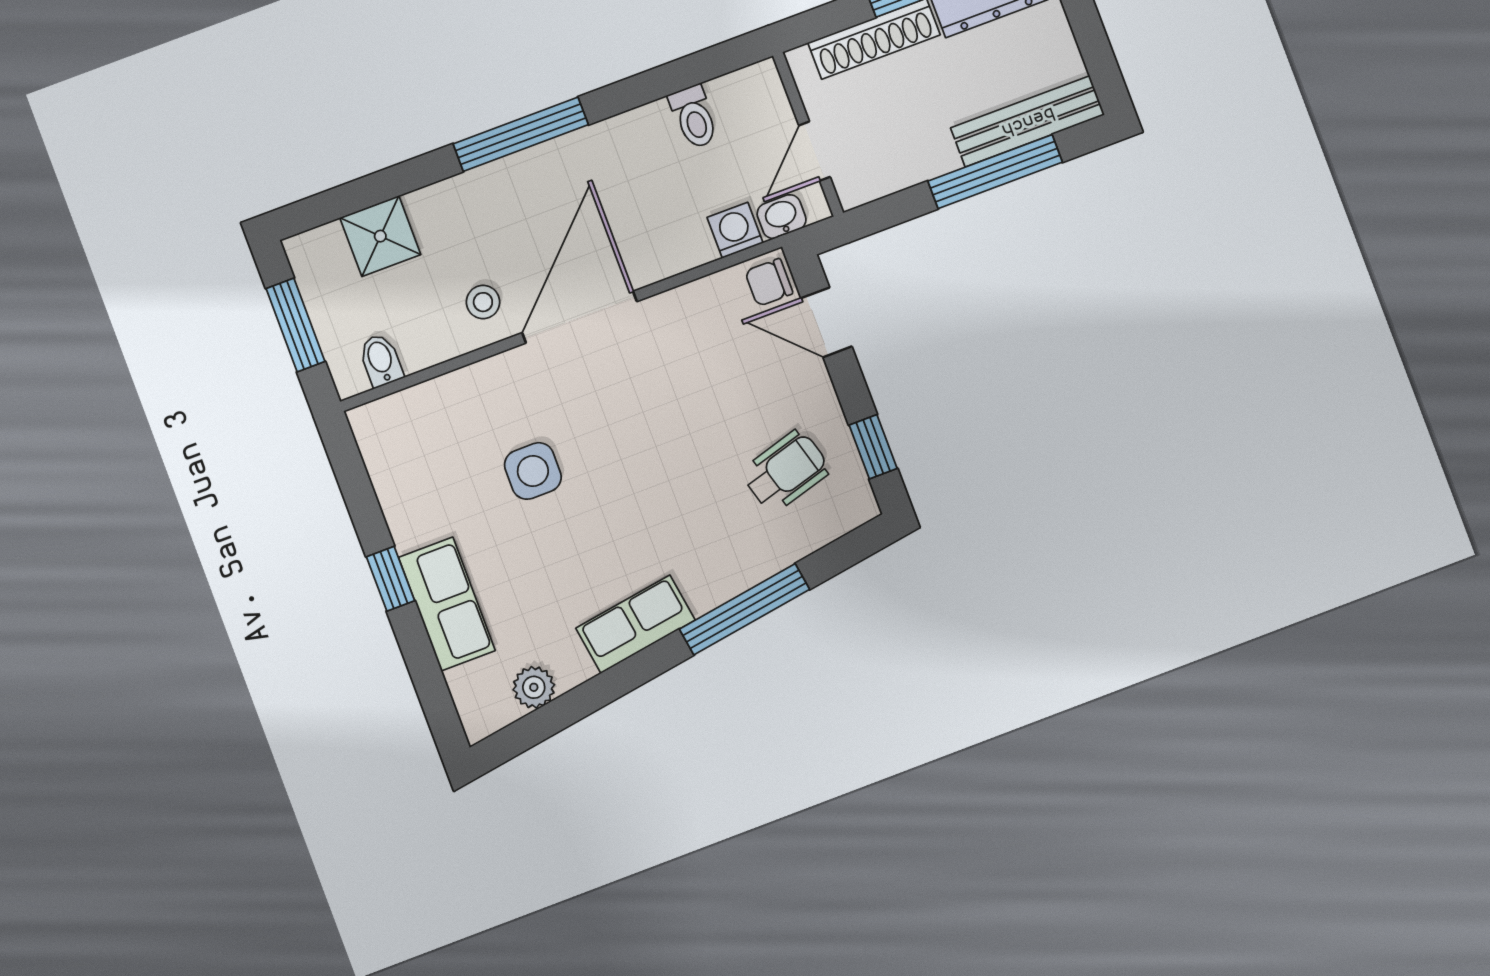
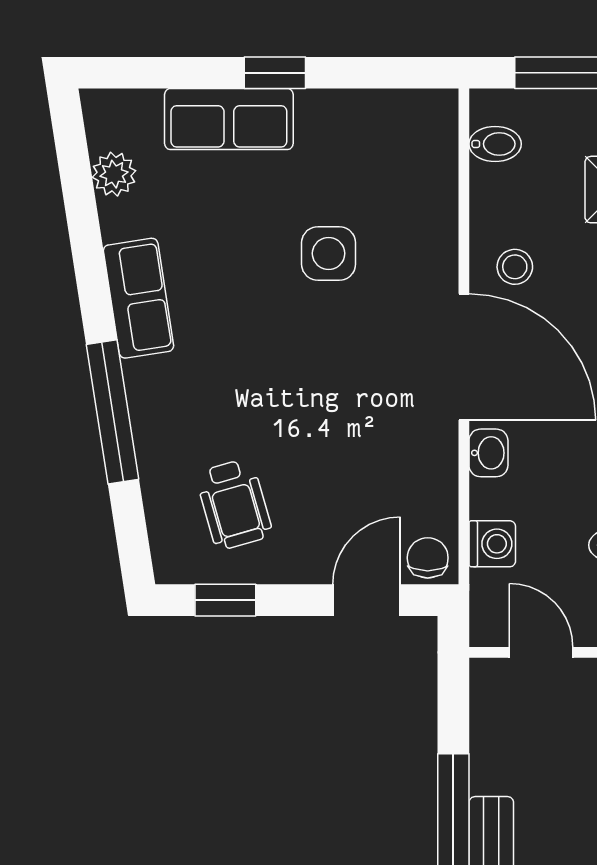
washbasin: (782, 217) -> (488, 453), moved

